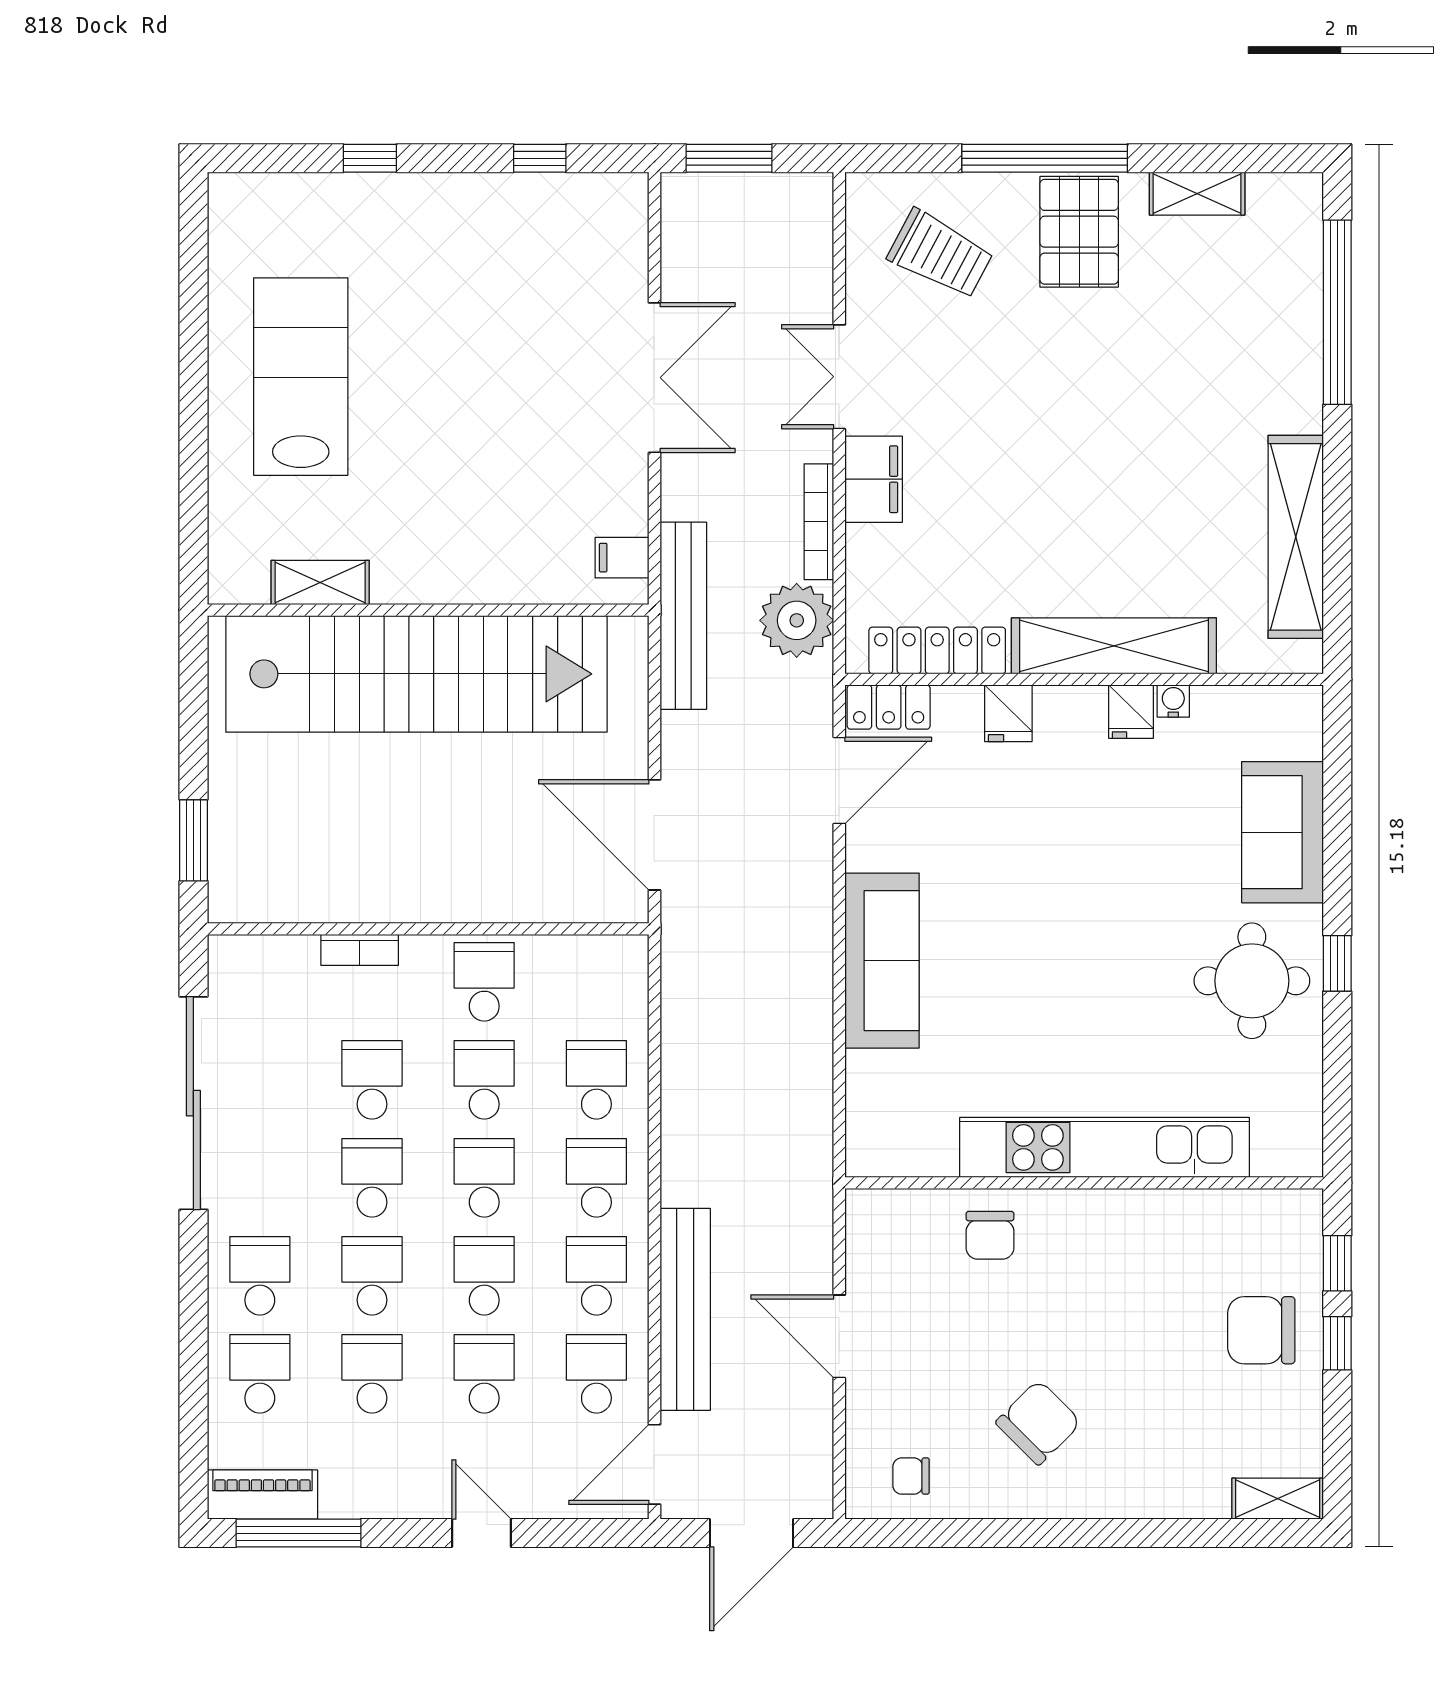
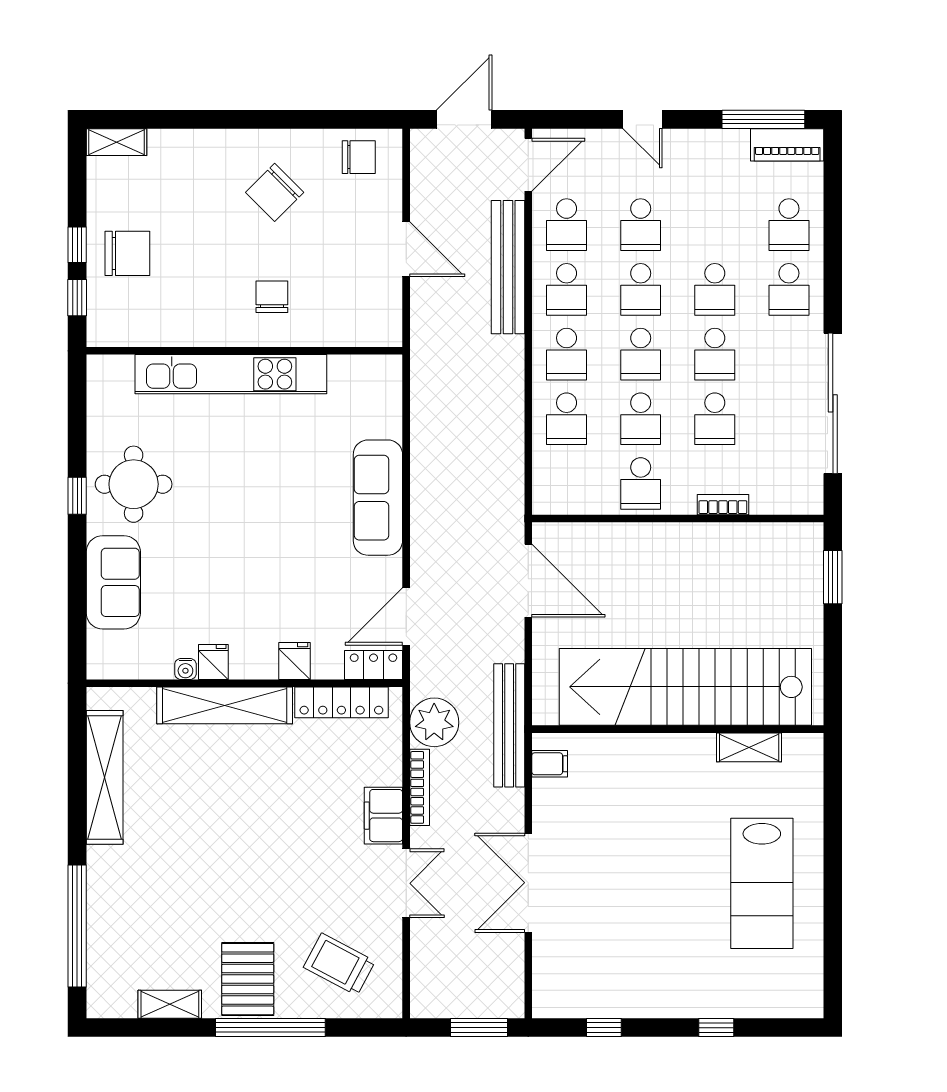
chair: (990, 1235) -> (272, 297), moved
school desk: (372, 1374) -> (715, 225), removed
chair: (911, 1476) -> (359, 157), width x1.37, depth x1.37

